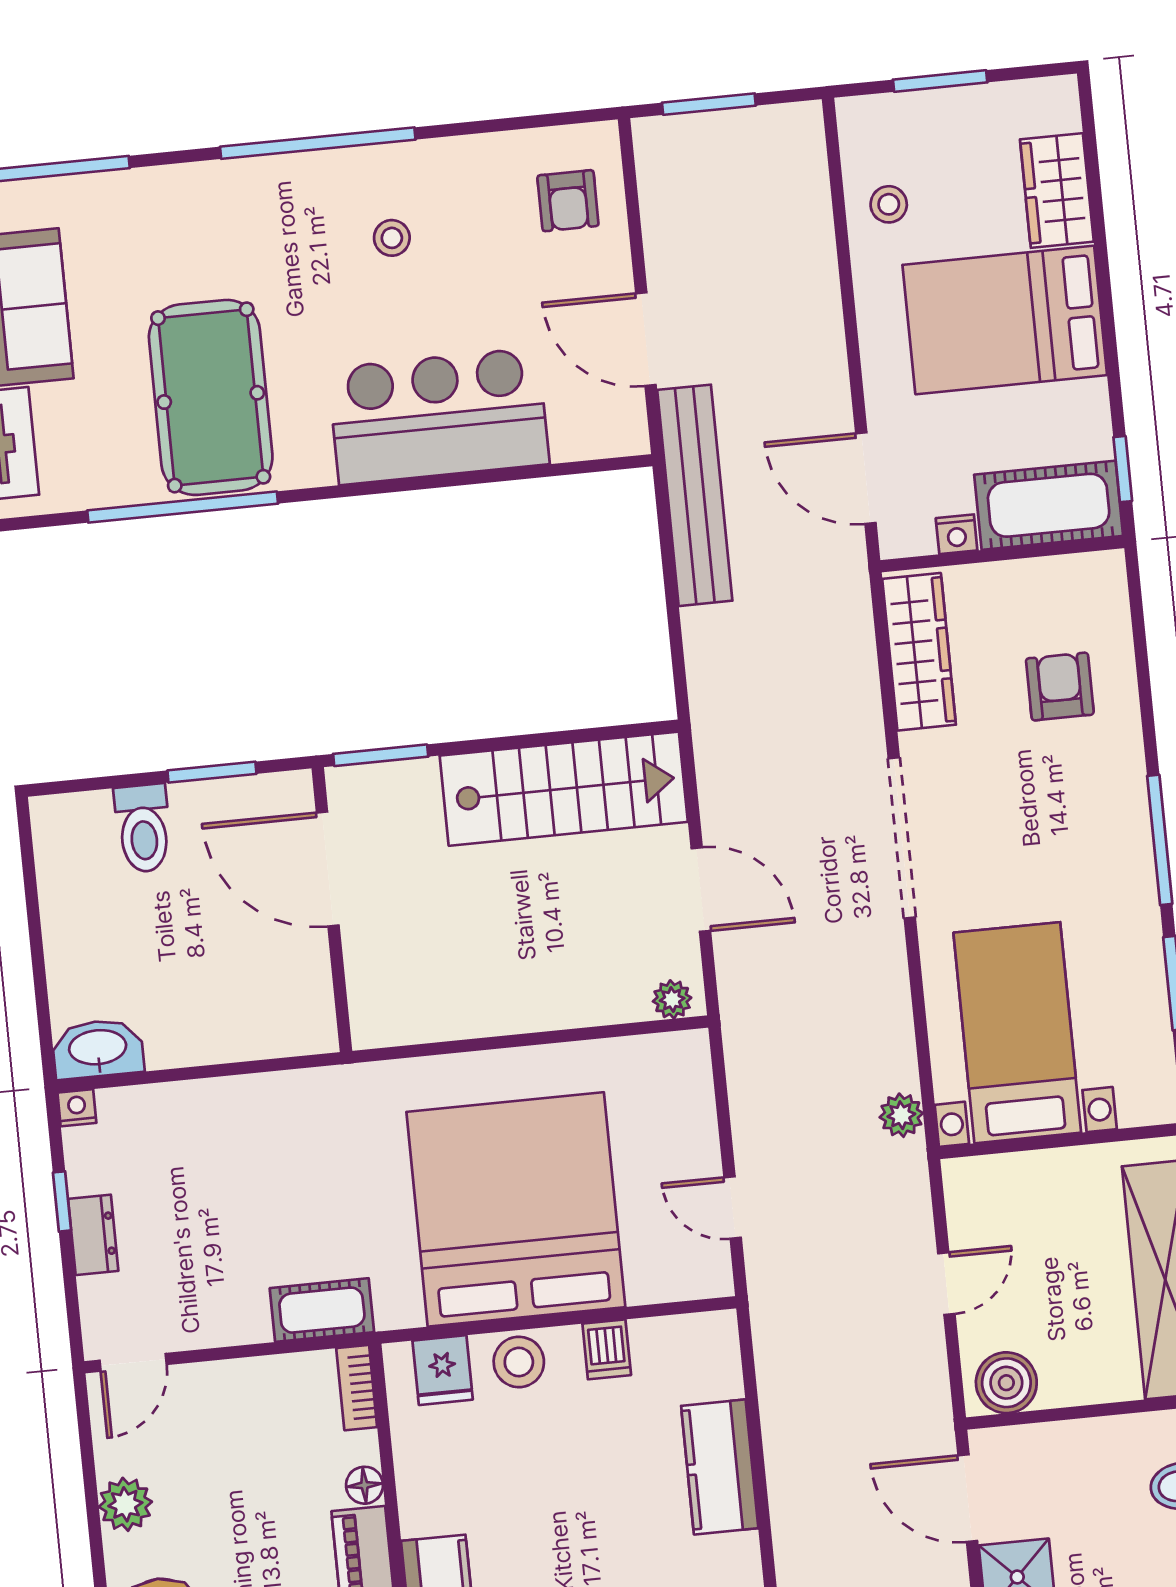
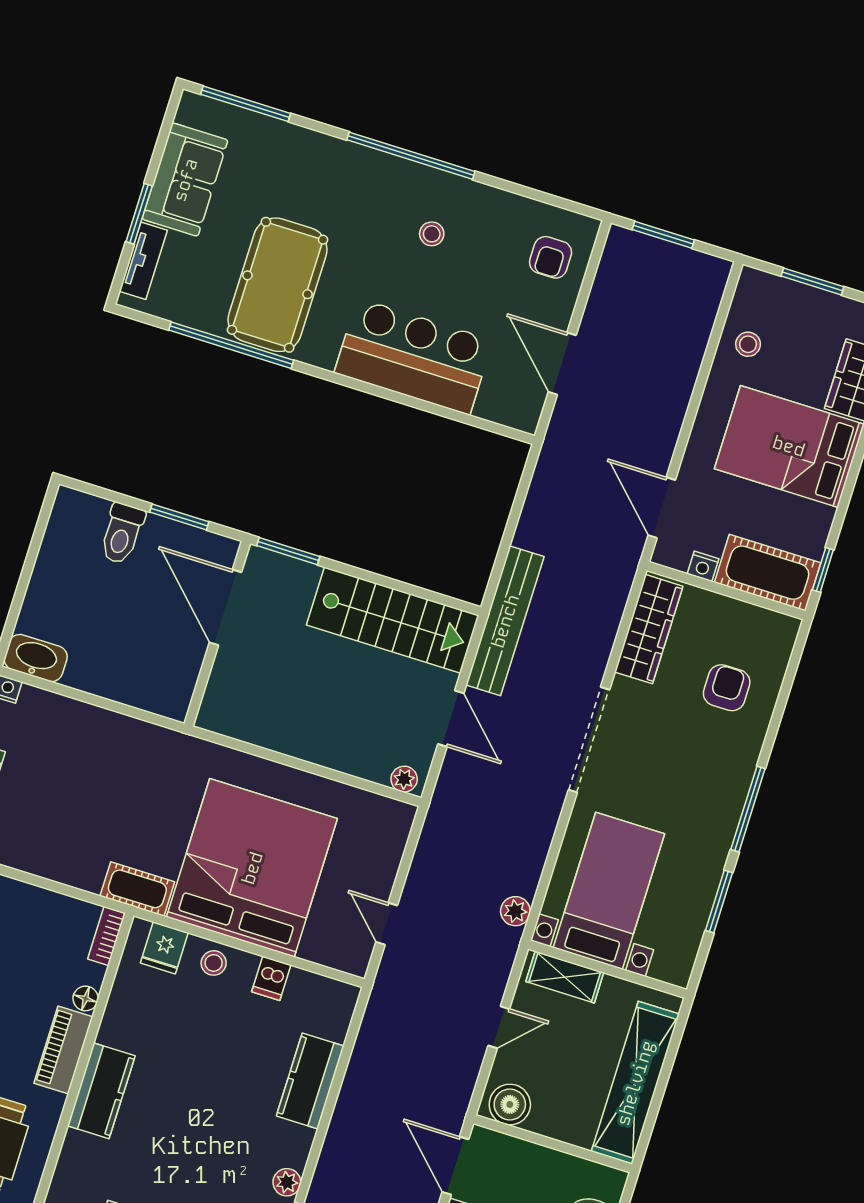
bench: (695, 495) -> (505, 621), moved
shelving: (1007, 1176) -> (565, 977), added
cot: (322, 1310) -> (137, 889), moved
stool: (519, 1362) -> (214, 963), width x0.73, depth x0.73

